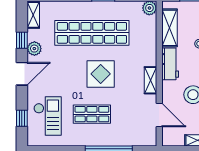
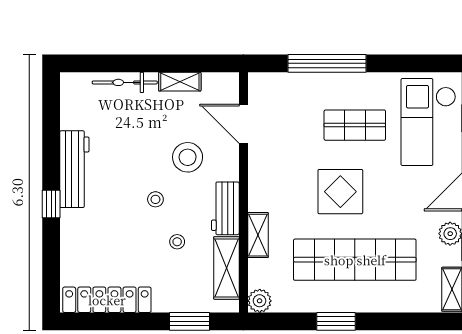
shelving: (150, 80) -> (258, 235), moved
checkout: (47, 116) -> (428, 122), width x1.36, depth x1.21

